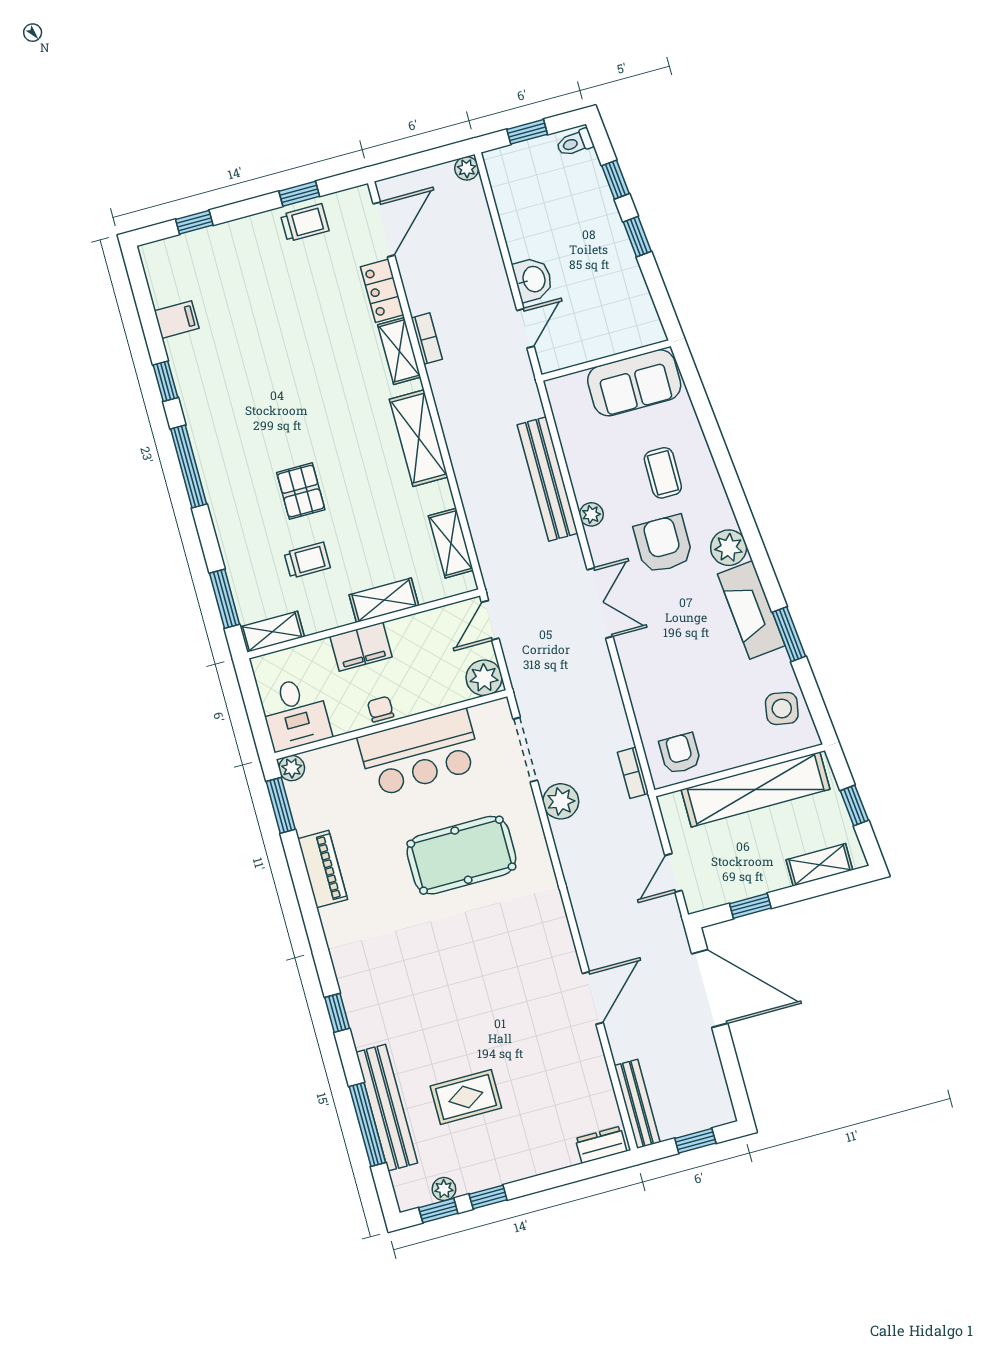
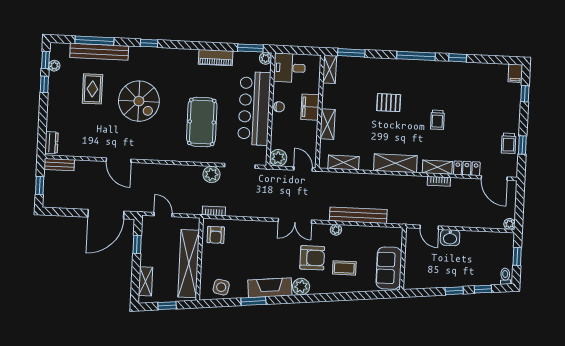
filing cabinet: (177, 320) -> (515, 73), moved
trolley: (307, 560) -> (437, 120), moved
bar counter: (420, 753) -> (254, 108), width x1.36
armchair: (680, 754) -> (216, 235), turned 90
spiral stairs: (460, 995) -> (139, 101), added
bench: (637, 1104) -> (59, 165), width x0.73

